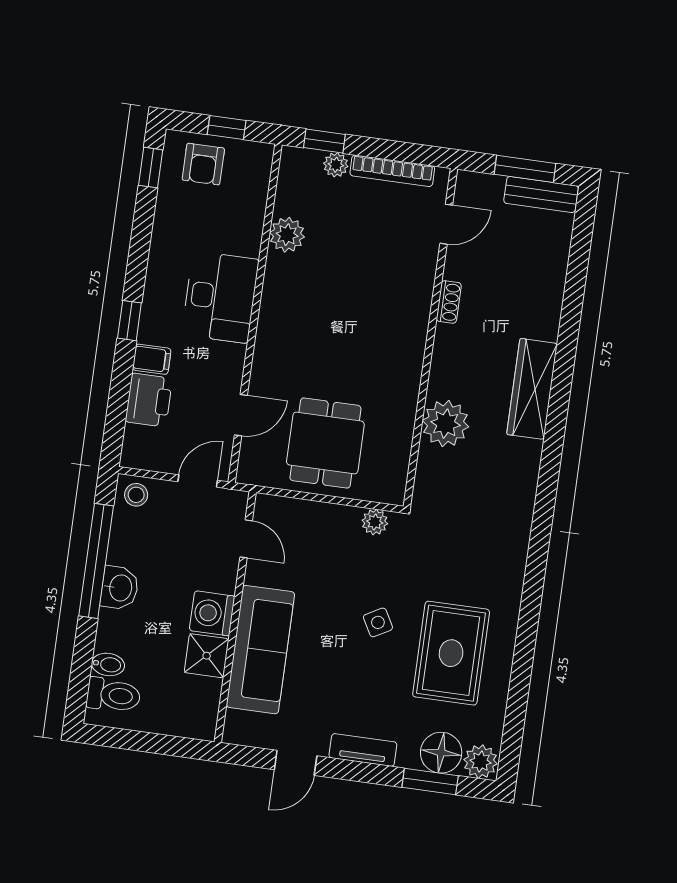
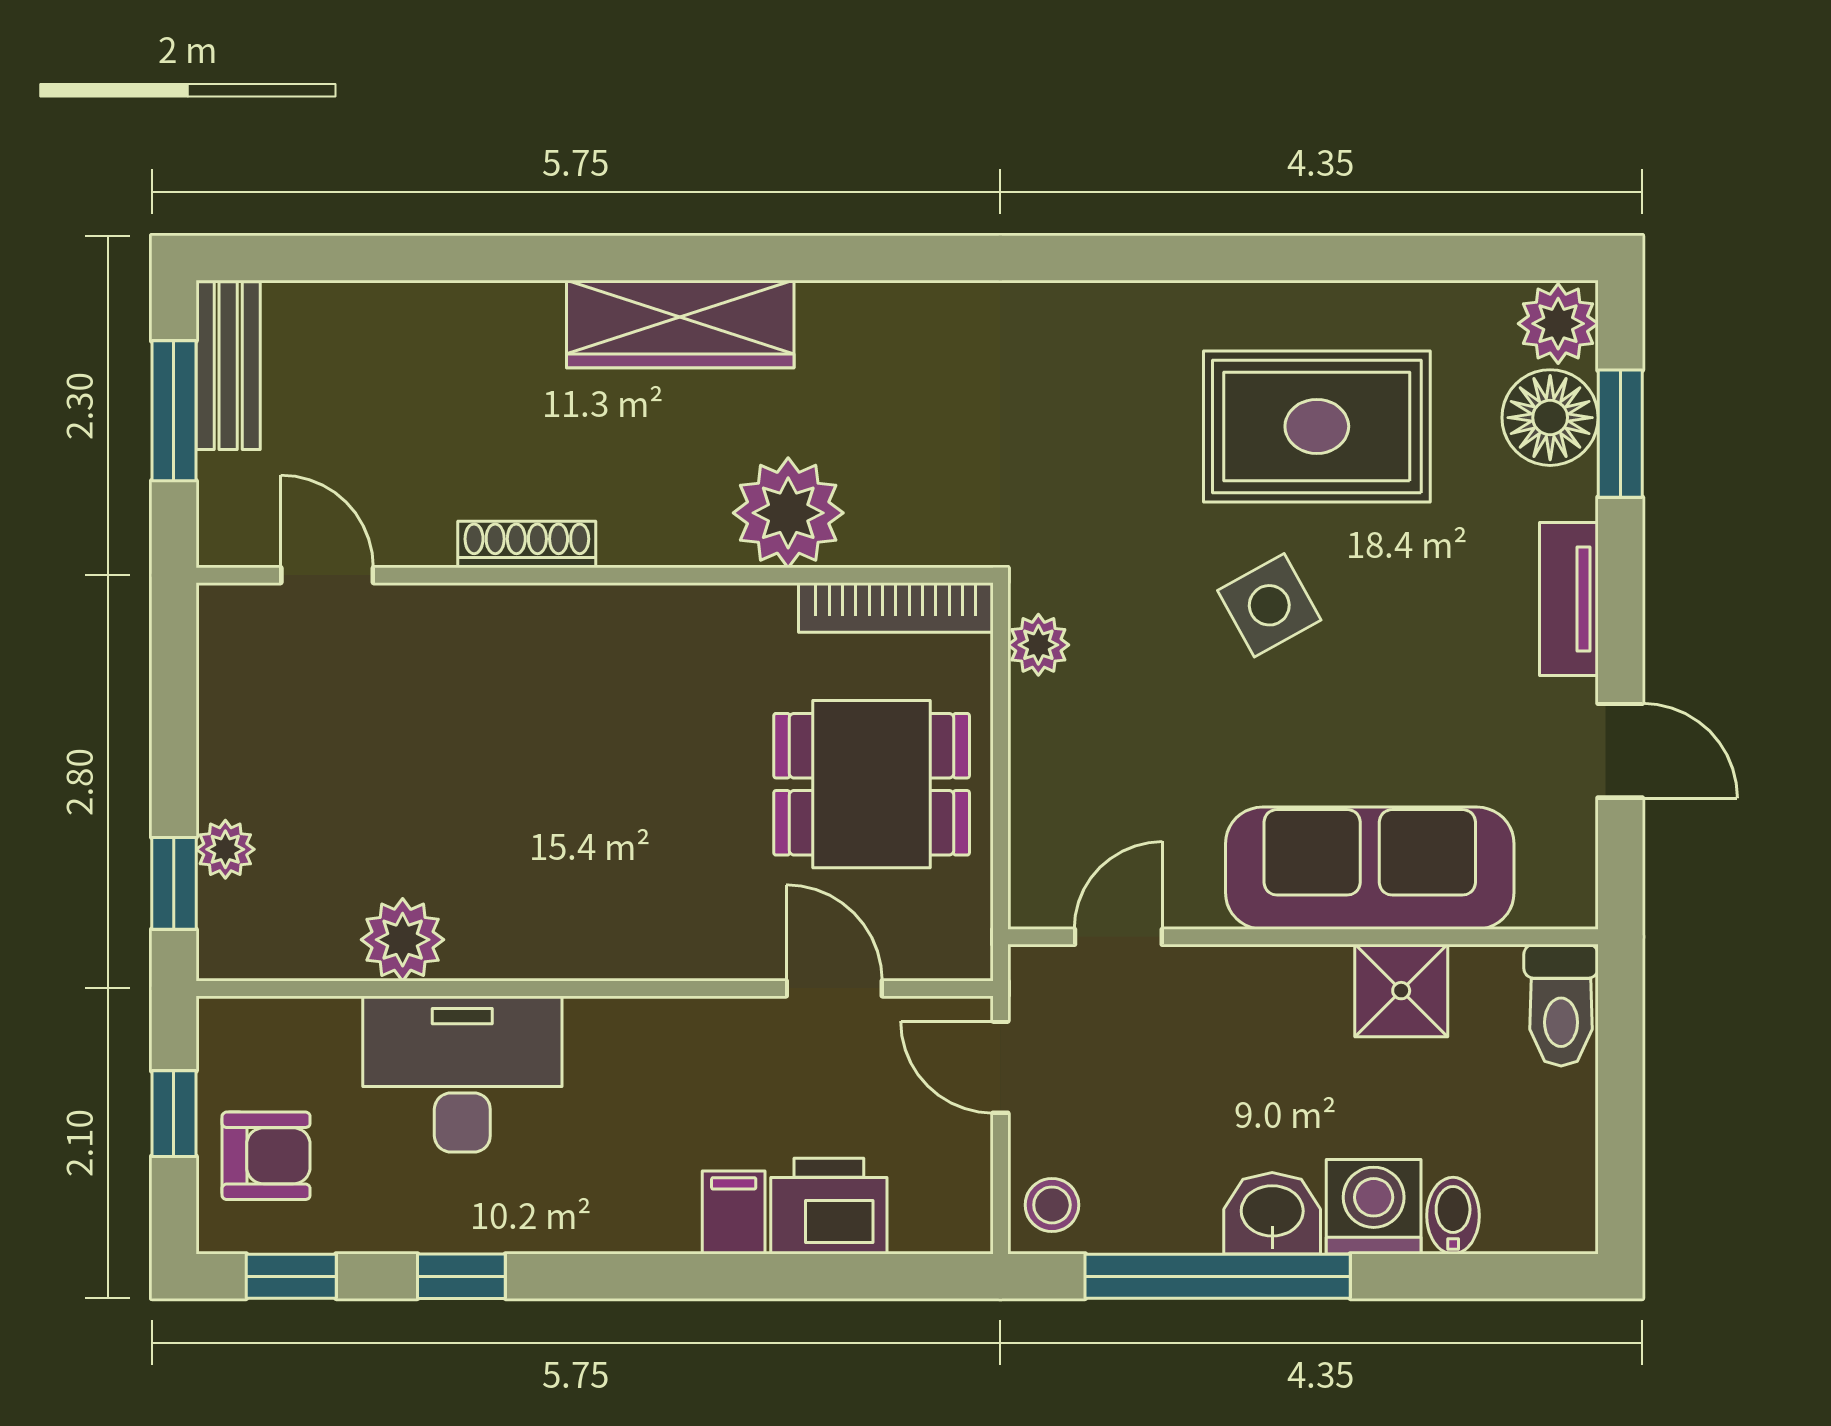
bookcase: (392, 171) -> (896, 607), moved, turned 90
desk: (220, 297) -> (462, 1074), moved
shoe rack: (449, 302) -> (527, 544), width x1.43
window: (129, 321) -> (461, 1276), moved
washing machine: (212, 613) -> (1374, 1207), moved, turned 180
side table: (378, 622) -> (1269, 605), width x1.37, depth x1.37
toilet: (113, 695) -> (1561, 1005), moved, turned 180

